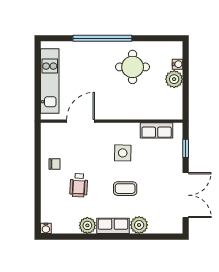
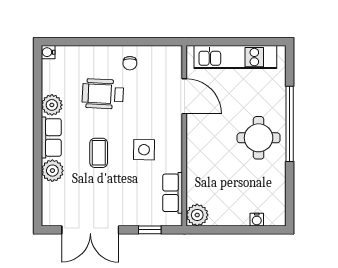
round table: (133, 67) -> (259, 138), moved
plant: (174, 79) -> (197, 215), moved
wheelchair: (79, 185) -> (103, 94), width x1.36, depth x1.37

